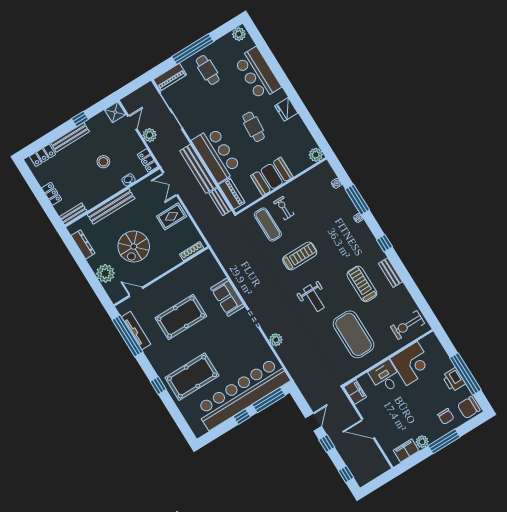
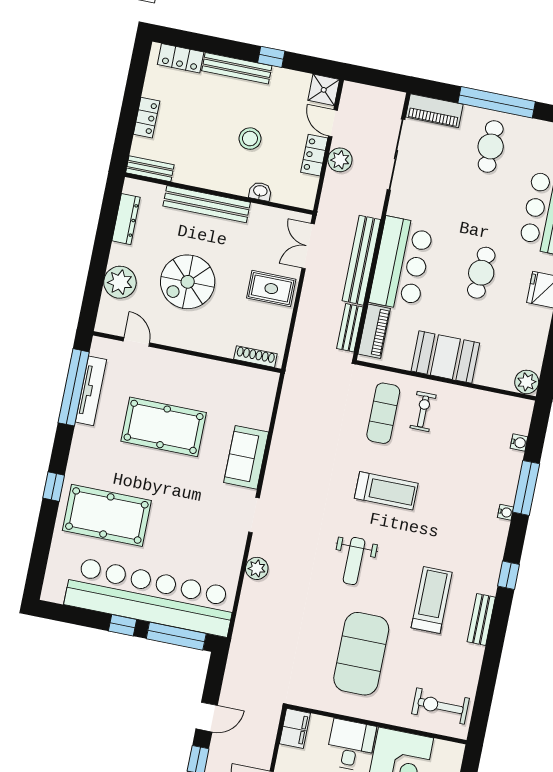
door: (132, 123) -> (333, 123), swing flipped
locker: (148, 160) -> (314, 155), moved

